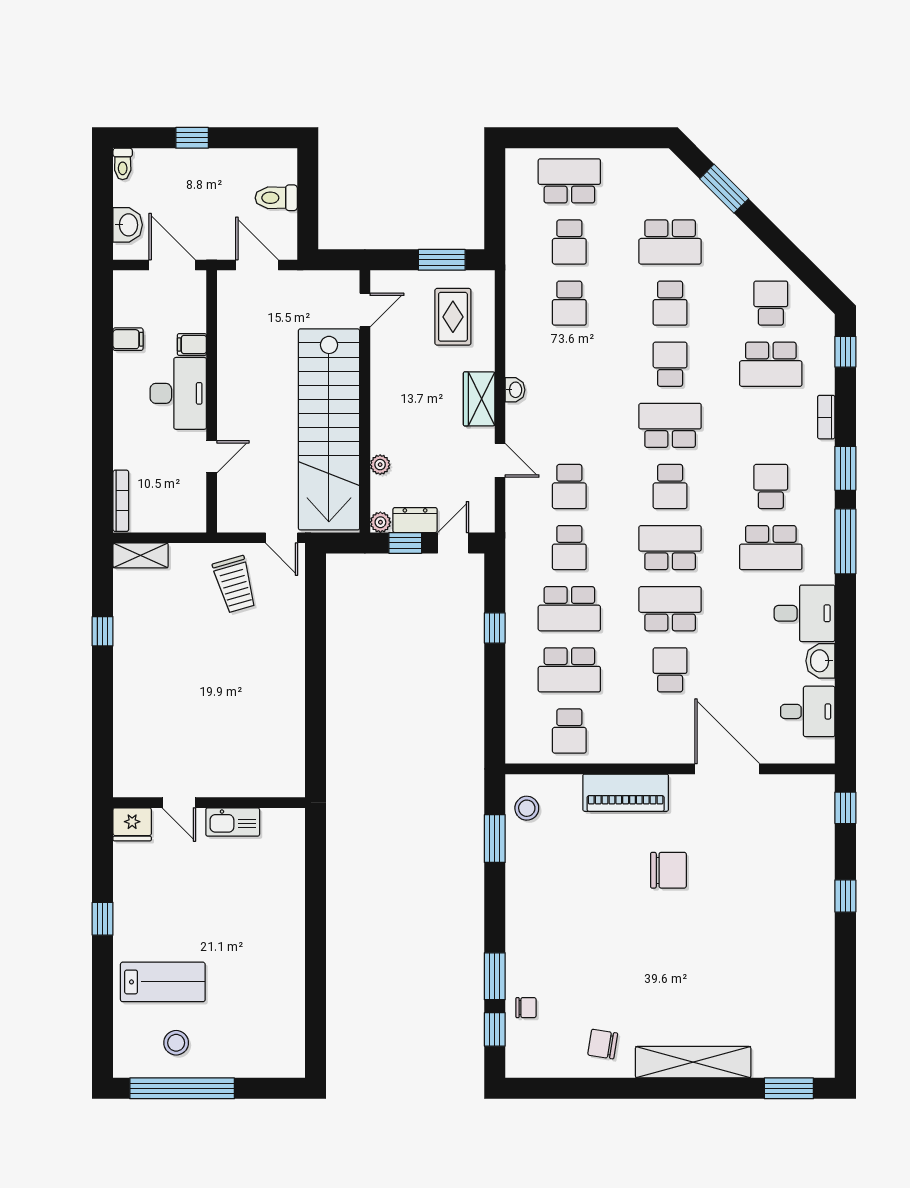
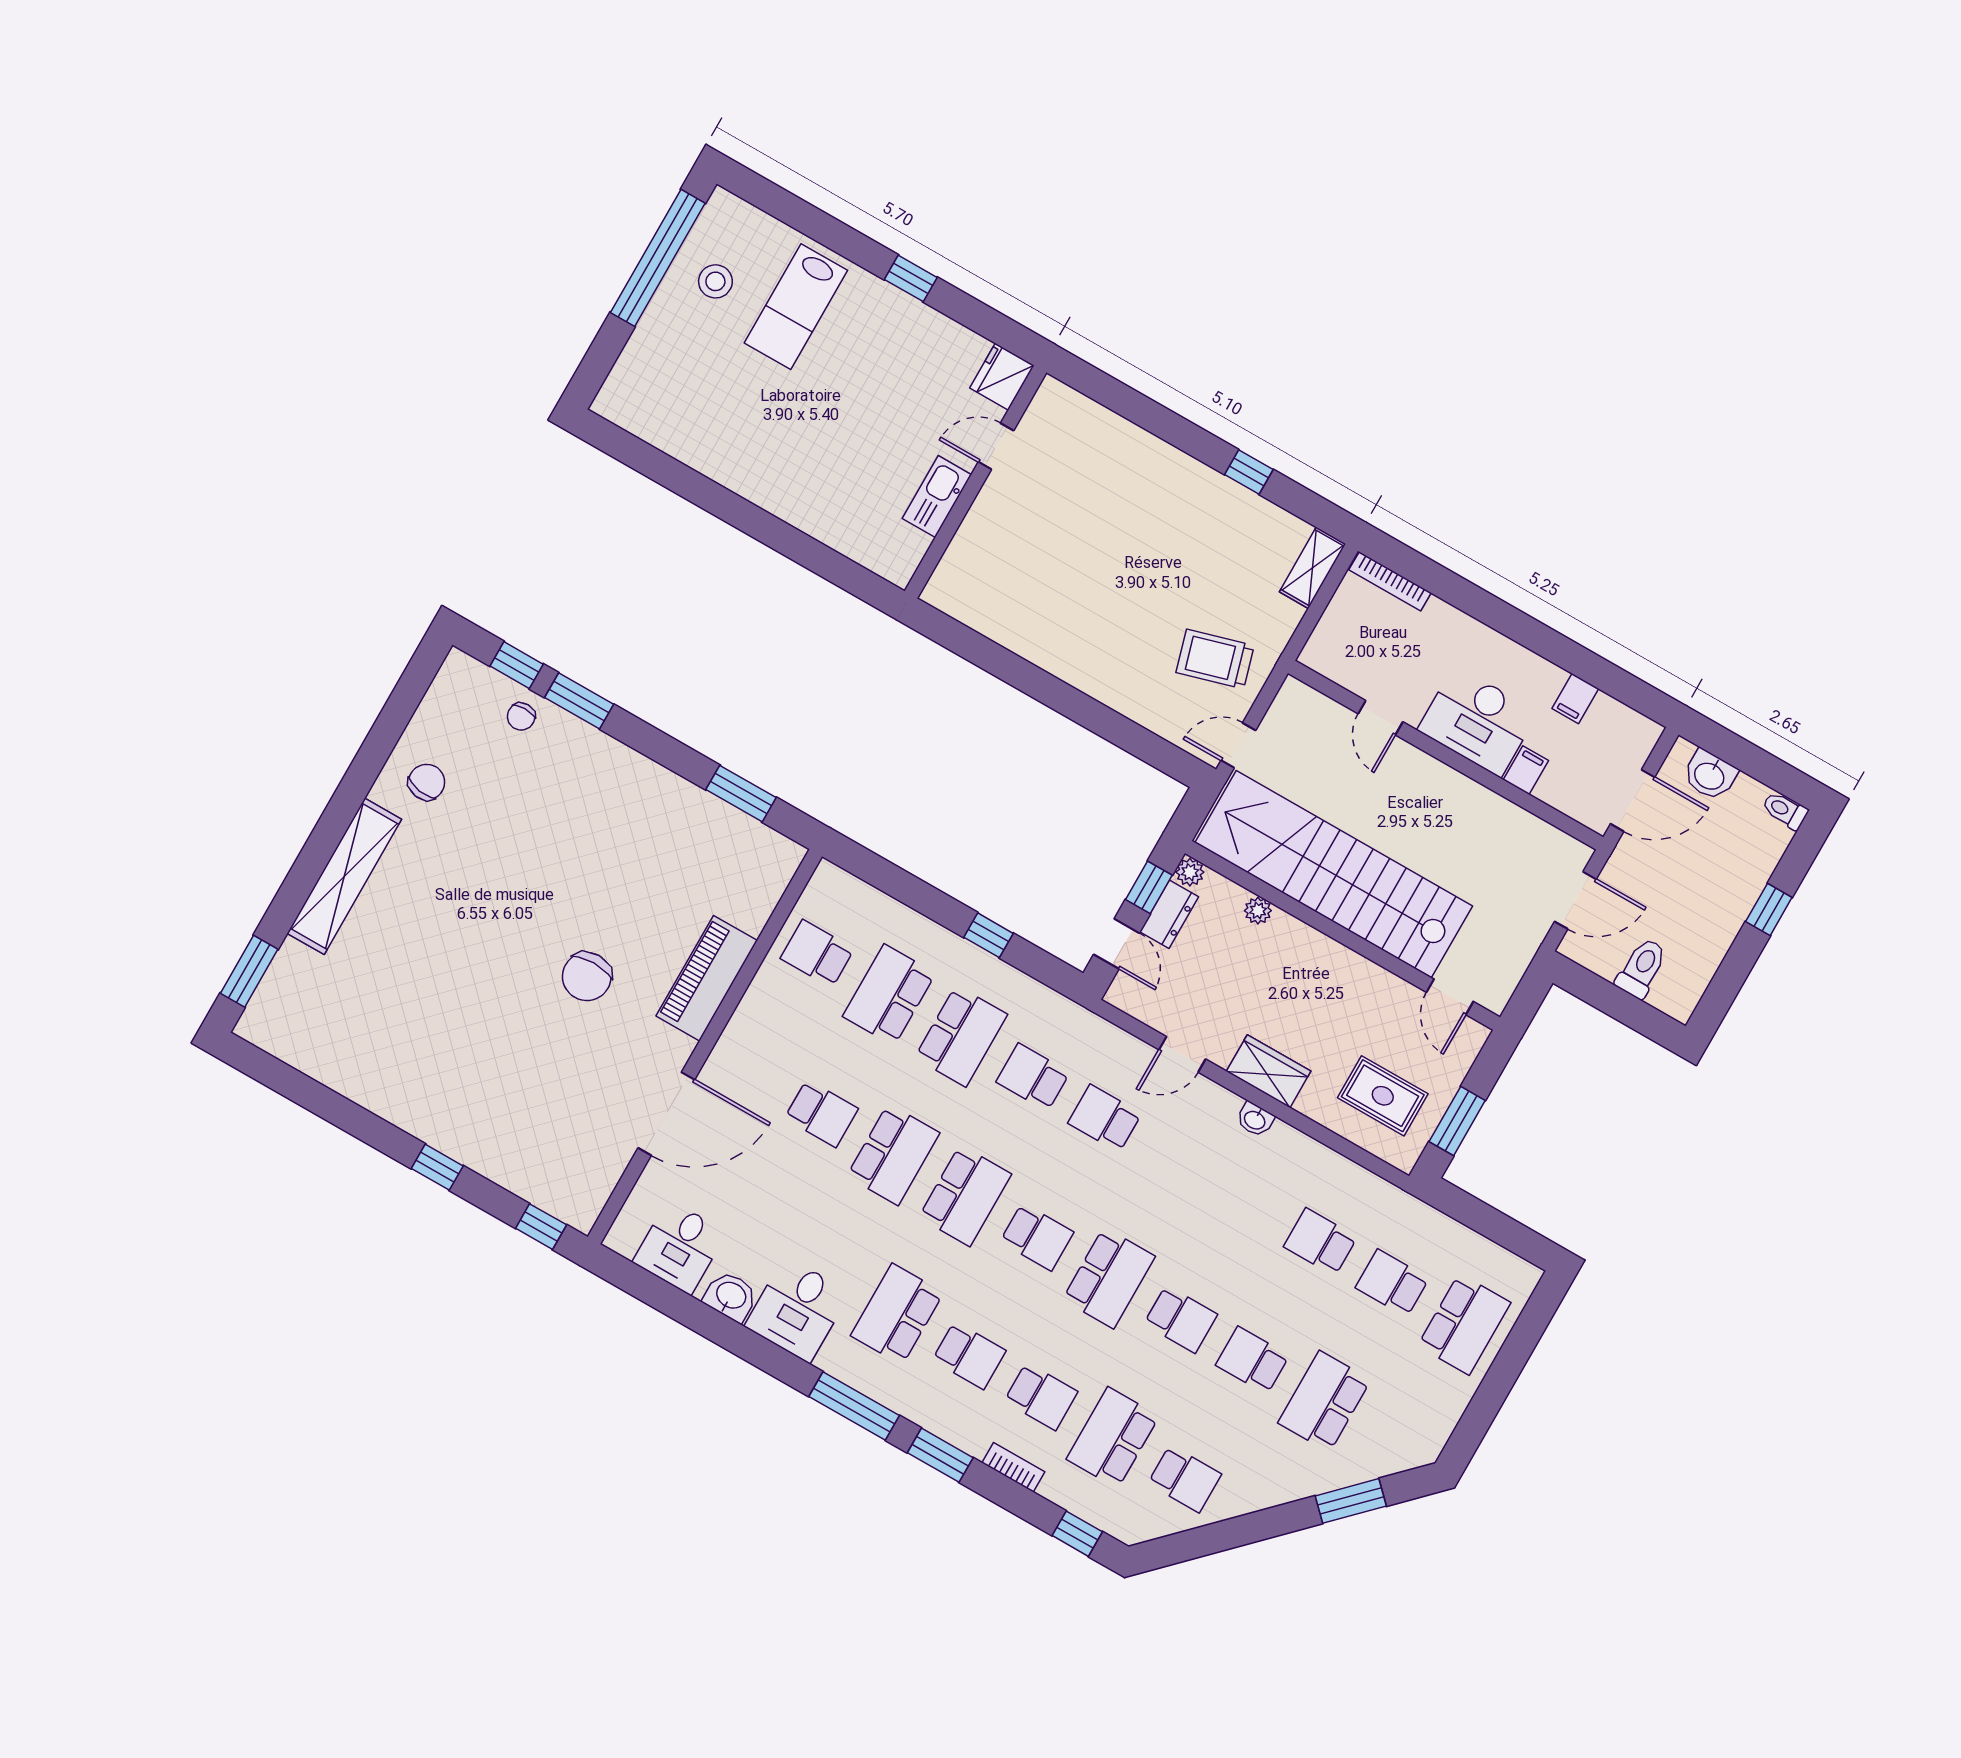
school desk: (771, 425) -> (1041, 1396), added
school desk: (670, 486) -> (1037, 1237), turned 180
school desk: (569, 609) -> (961, 1036), turned 180
stool: (527, 808) -> (755, 852), removed

